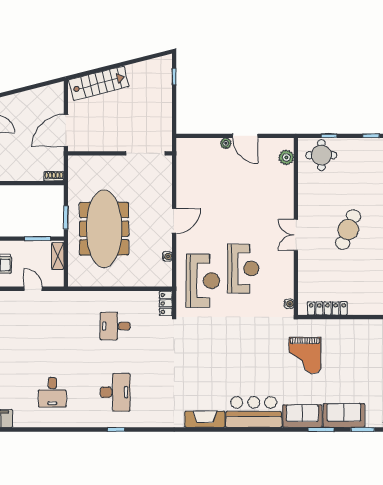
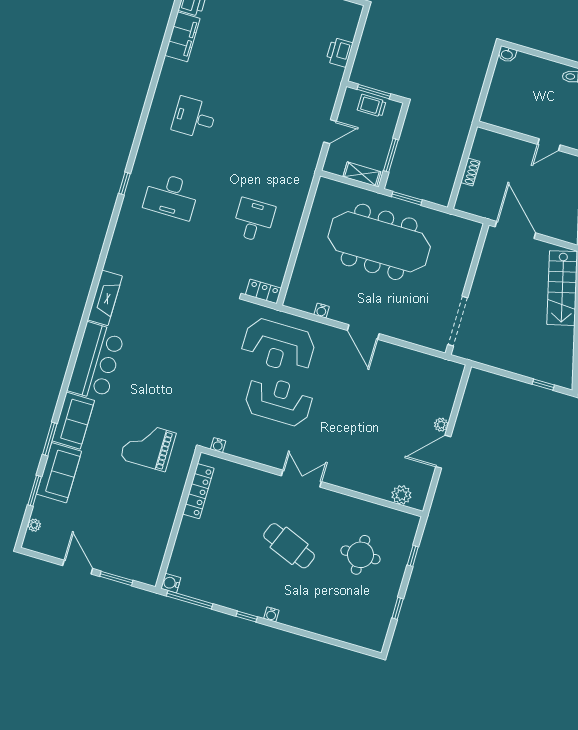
round table: (321, 155) -> (360, 555), moved
shoe rack: (54, 176) -> (470, 172), moved
reception desk: (243, 269) -> (279, 401), turned 180

